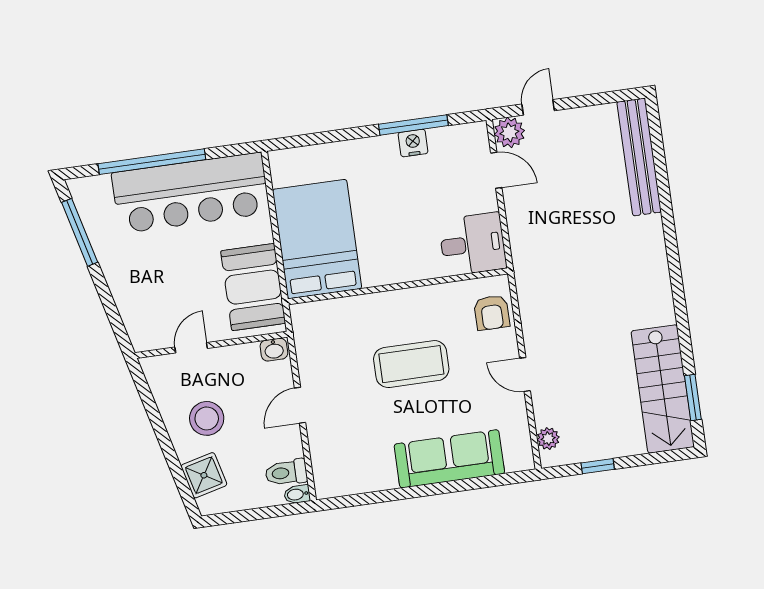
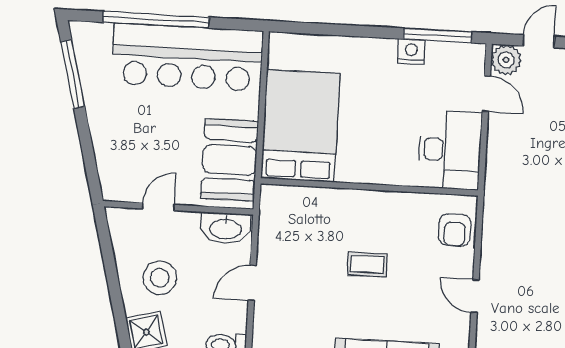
window: (413, 125) -> (438, 35), moved
desk: (473, 244) -> (450, 150), width x1.37
washbasin: (274, 350) -> (226, 228), width x1.91, depth x1.45
coffee table: (411, 364) -> (367, 264), width x0.54, depth x0.58

